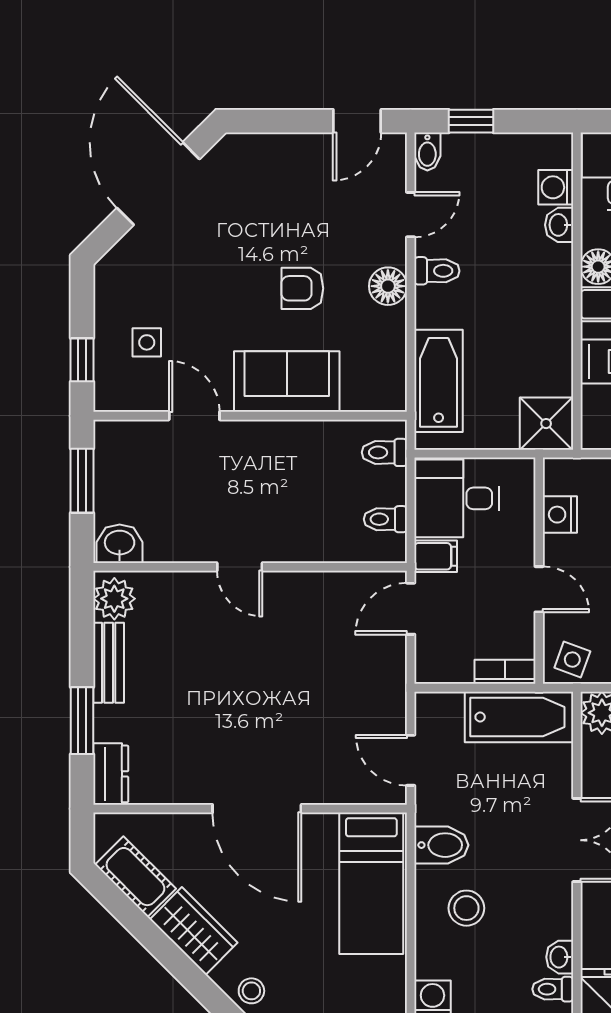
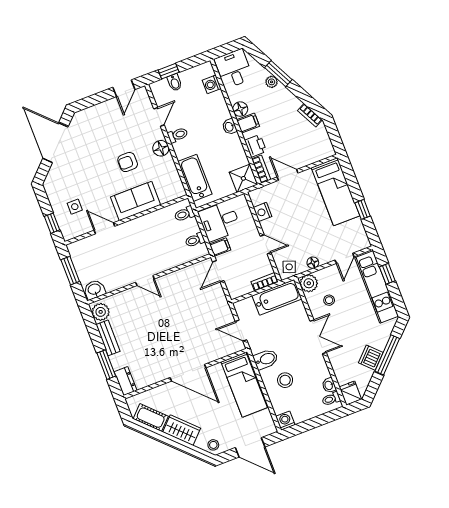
bidet: (427, 151) -> (175, 82), moved
washbasin: (559, 225) -> (229, 127), moved
bookcase: (593, 418) -> (261, 169), added

